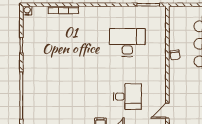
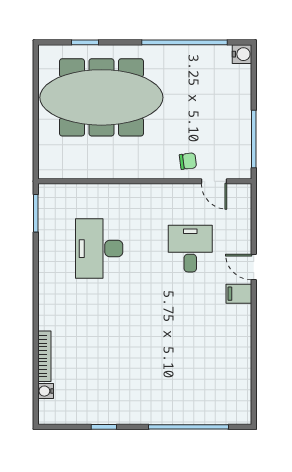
water cooler: (27, 11) -> (46, 391), moved
chair: (175, 55) -> (188, 161), moved

